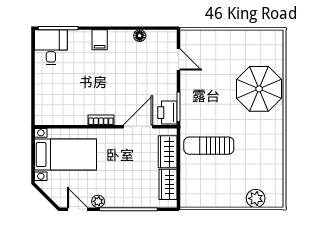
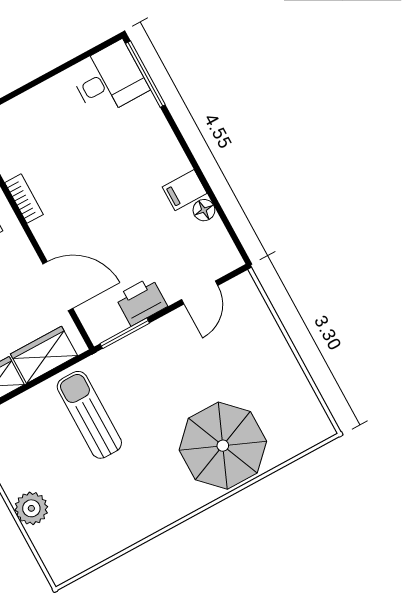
filing cabinet: (100, 40) -> (185, 190), moved
printer: (167, 113) -> (141, 301), moved
bookcase: (101, 120) -> (24, 199), moved
plant: (256, 198) -> (31, 508), moved

